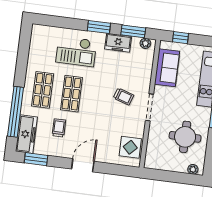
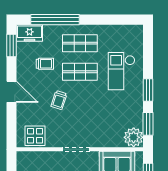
freezer: (118, 43) -> (135, 111), removed
plant: (145, 43) -> (134, 137), width x1.87, depth x1.87
trolley: (124, 97) -> (59, 100), moved
freezer: (26, 134) -> (29, 33), width x0.71

